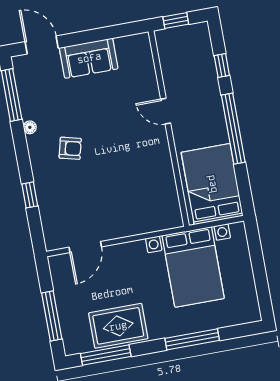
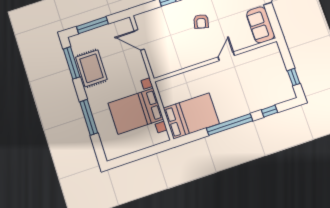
door: (166, 111) -> (226, 56), moved
wall: (169, 129) -> (215, 60), moved

